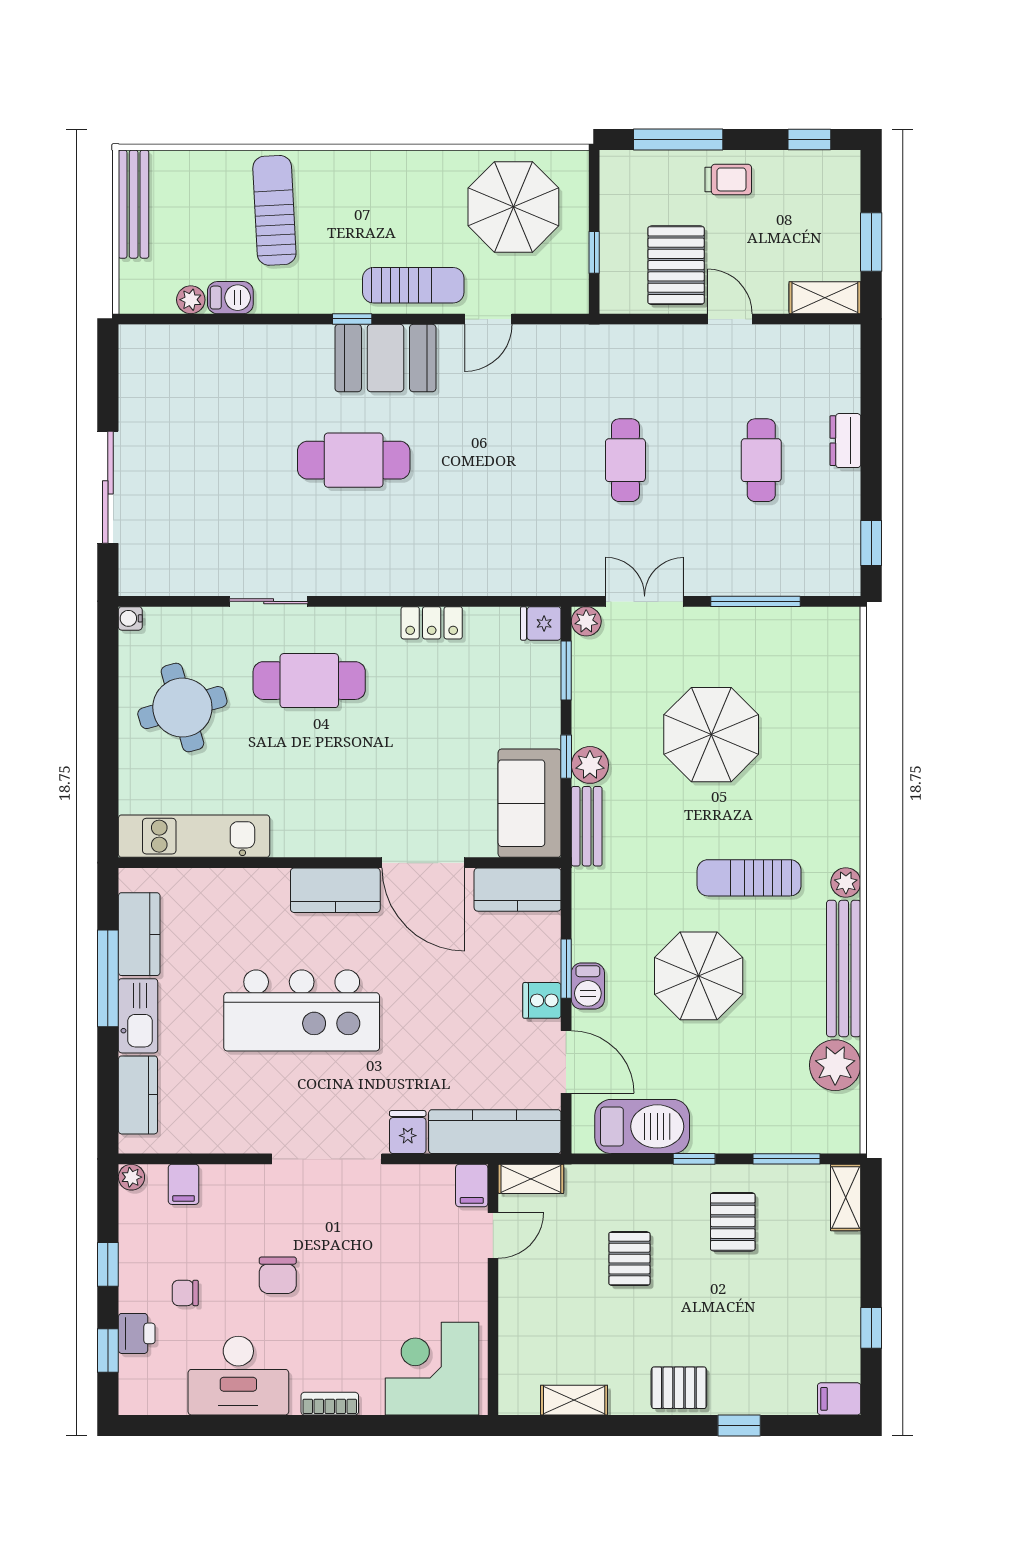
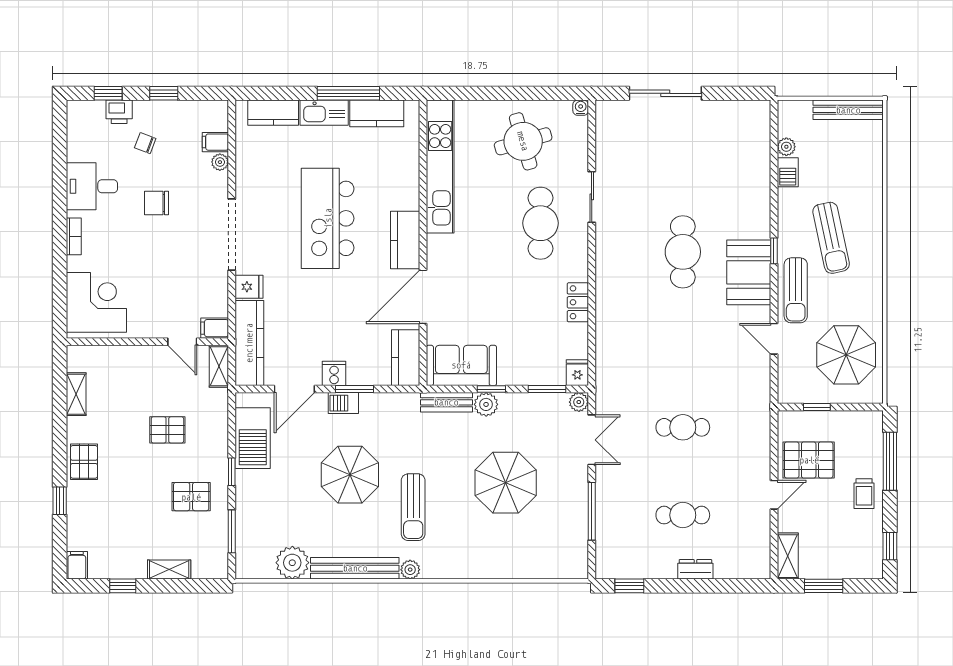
sun lounger: (274, 210) -> (831, 238), moved, turned 81
kitchen unit: (194, 836) -> (440, 167), width x1.36
sun lounger: (749, 878) -> (413, 507), turned 180
plant: (131, 1177) -> (220, 162), moved
shelving: (846, 1198) -> (169, 569), moved
chair: (185, 1293) -> (145, 143), turned -69
desk: (238, 1376) -> (92, 186), width x0.73

